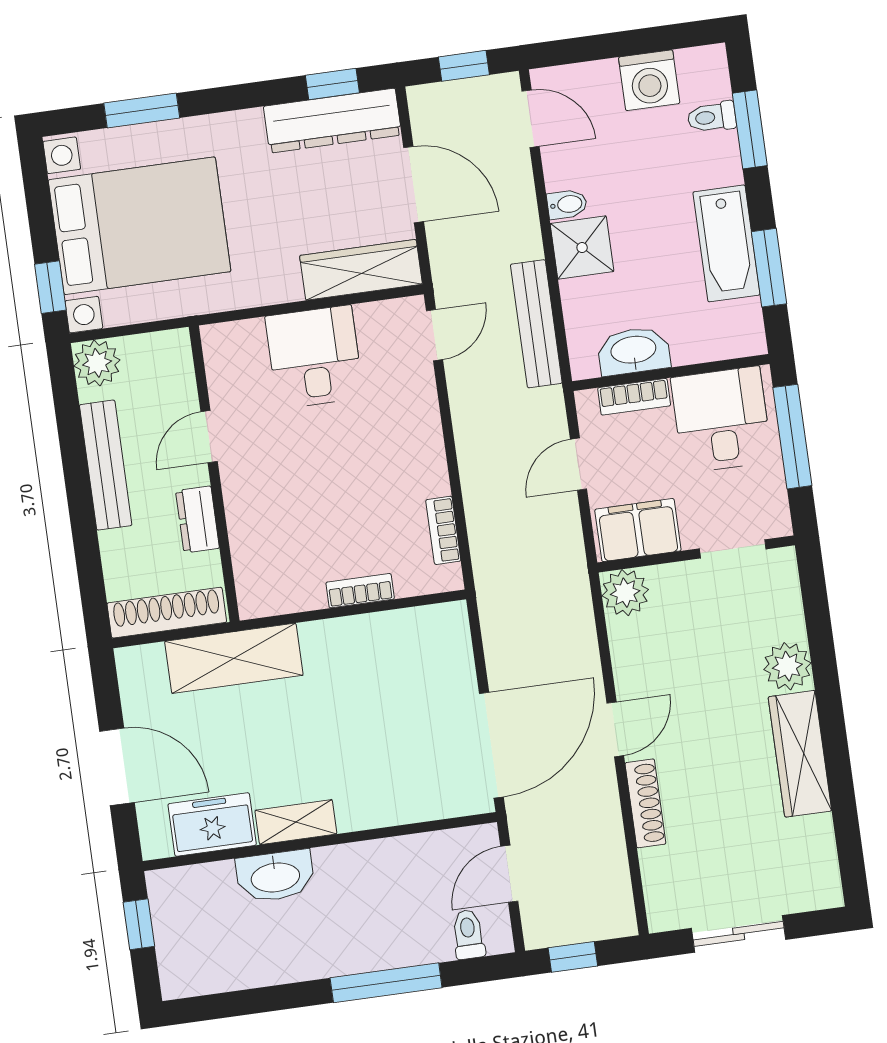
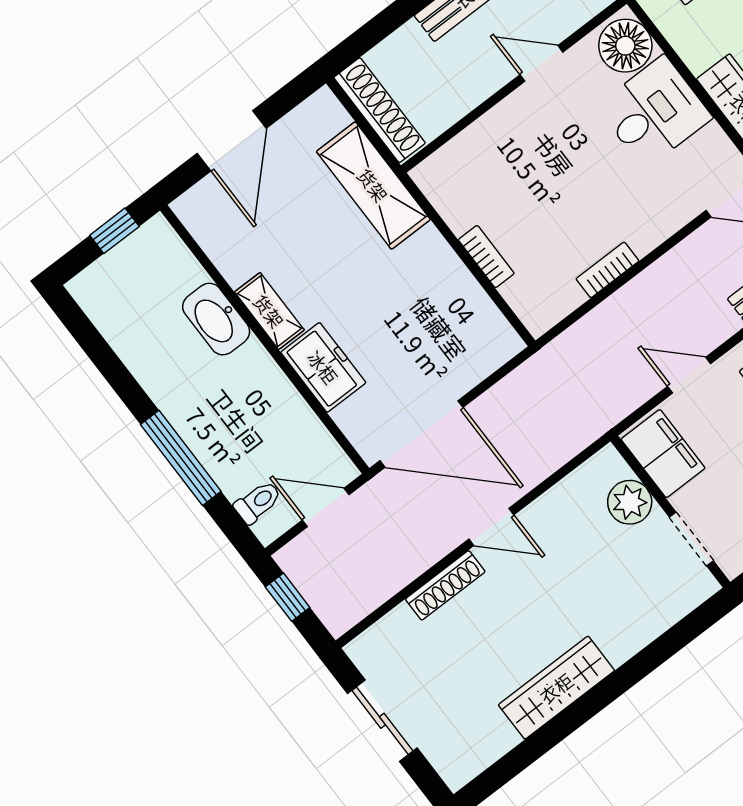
floor lamp: (237, 349) -> (625, 46), added
dresser: (197, 519) -> (469, 92), removed
bookcase: (443, 530) -> (607, 270), moved
plant: (625, 593) -> (630, 502), moved
plant: (787, 666) -> (622, 637), removed
freezer: (212, 825) -> (323, 367), moved

